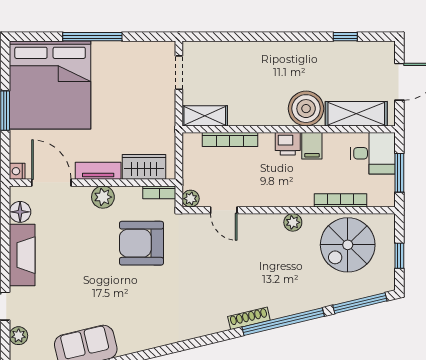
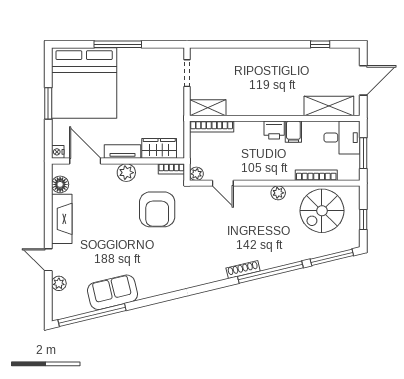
boiler: (306, 109) -> (289, 102), removed
bookcase: (230, 140) -> (212, 127), moved
armchair: (141, 243) -> (157, 209), turned -90

